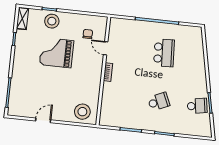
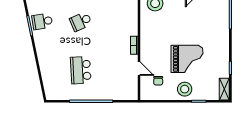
stool: (52, 21) -> (185, 89), moved

